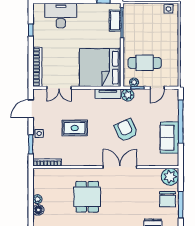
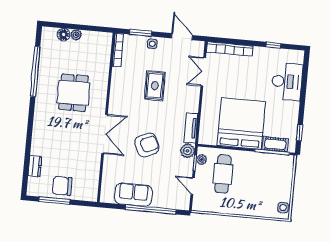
bed: (100, 68) -> (241, 124), moved
plant: (170, 177) -> (88, 191), removed
dining table: (87, 197) -> (74, 93), turned 90

